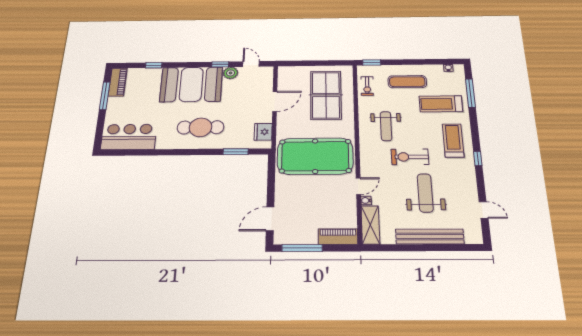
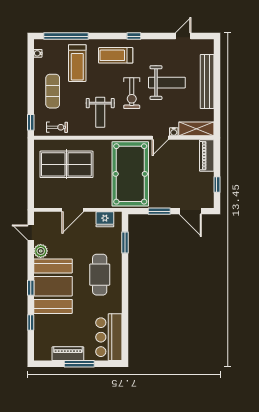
window: (220, 64) -> (31, 288), moved
door: (251, 64) -> (31, 233), hinge flipped
piano: (118, 82) -> (68, 354), moved
window: (470, 93) -> (66, 36), width x1.46
window: (105, 96) -> (79, 364), moved
door: (275, 101) -> (73, 210), swing flipped
weight bench: (386, 126) -> (100, 112), turned 90
window: (271, 186) -> (159, 211), added
door: (358, 186) -> (160, 138), swing flipped
weight bench: (425, 193) -> (167, 83), turned 180
window: (302, 248) -> (217, 185), width x0.46

